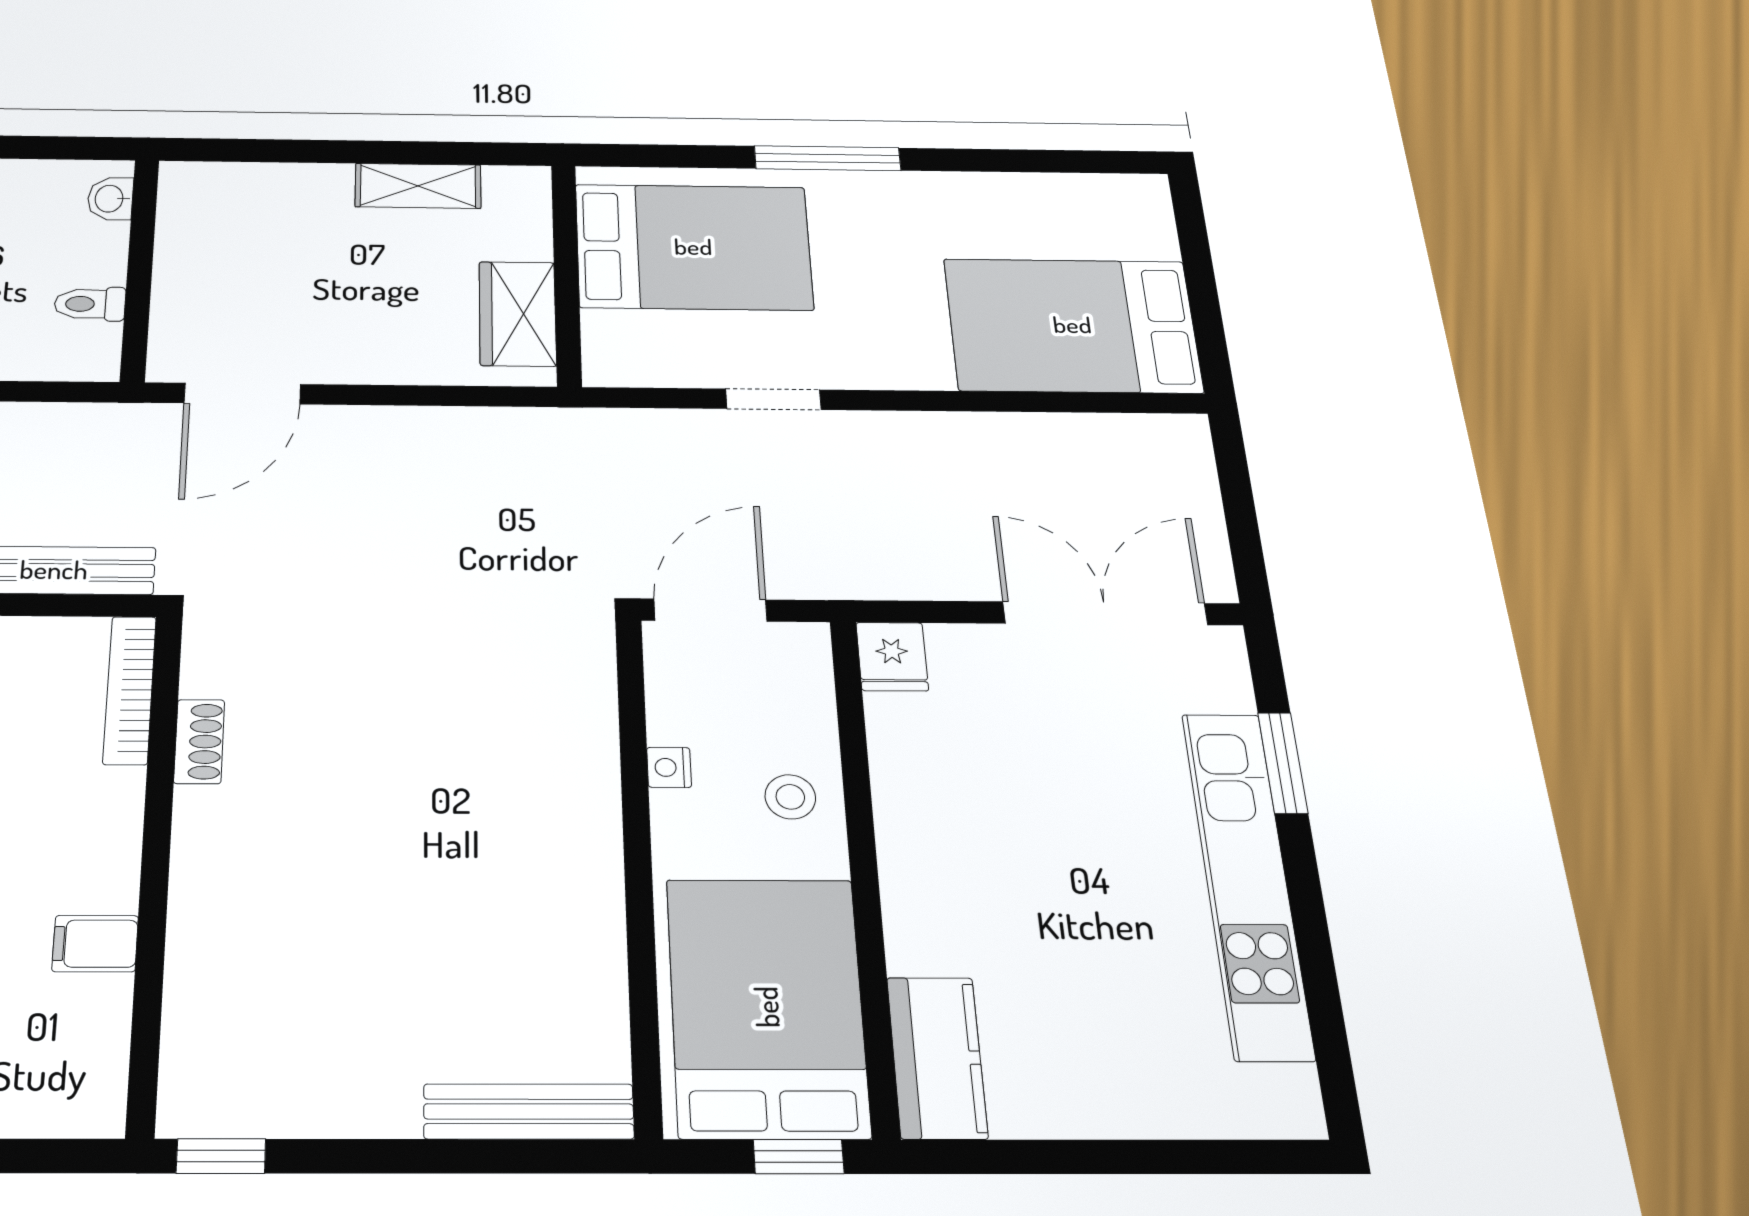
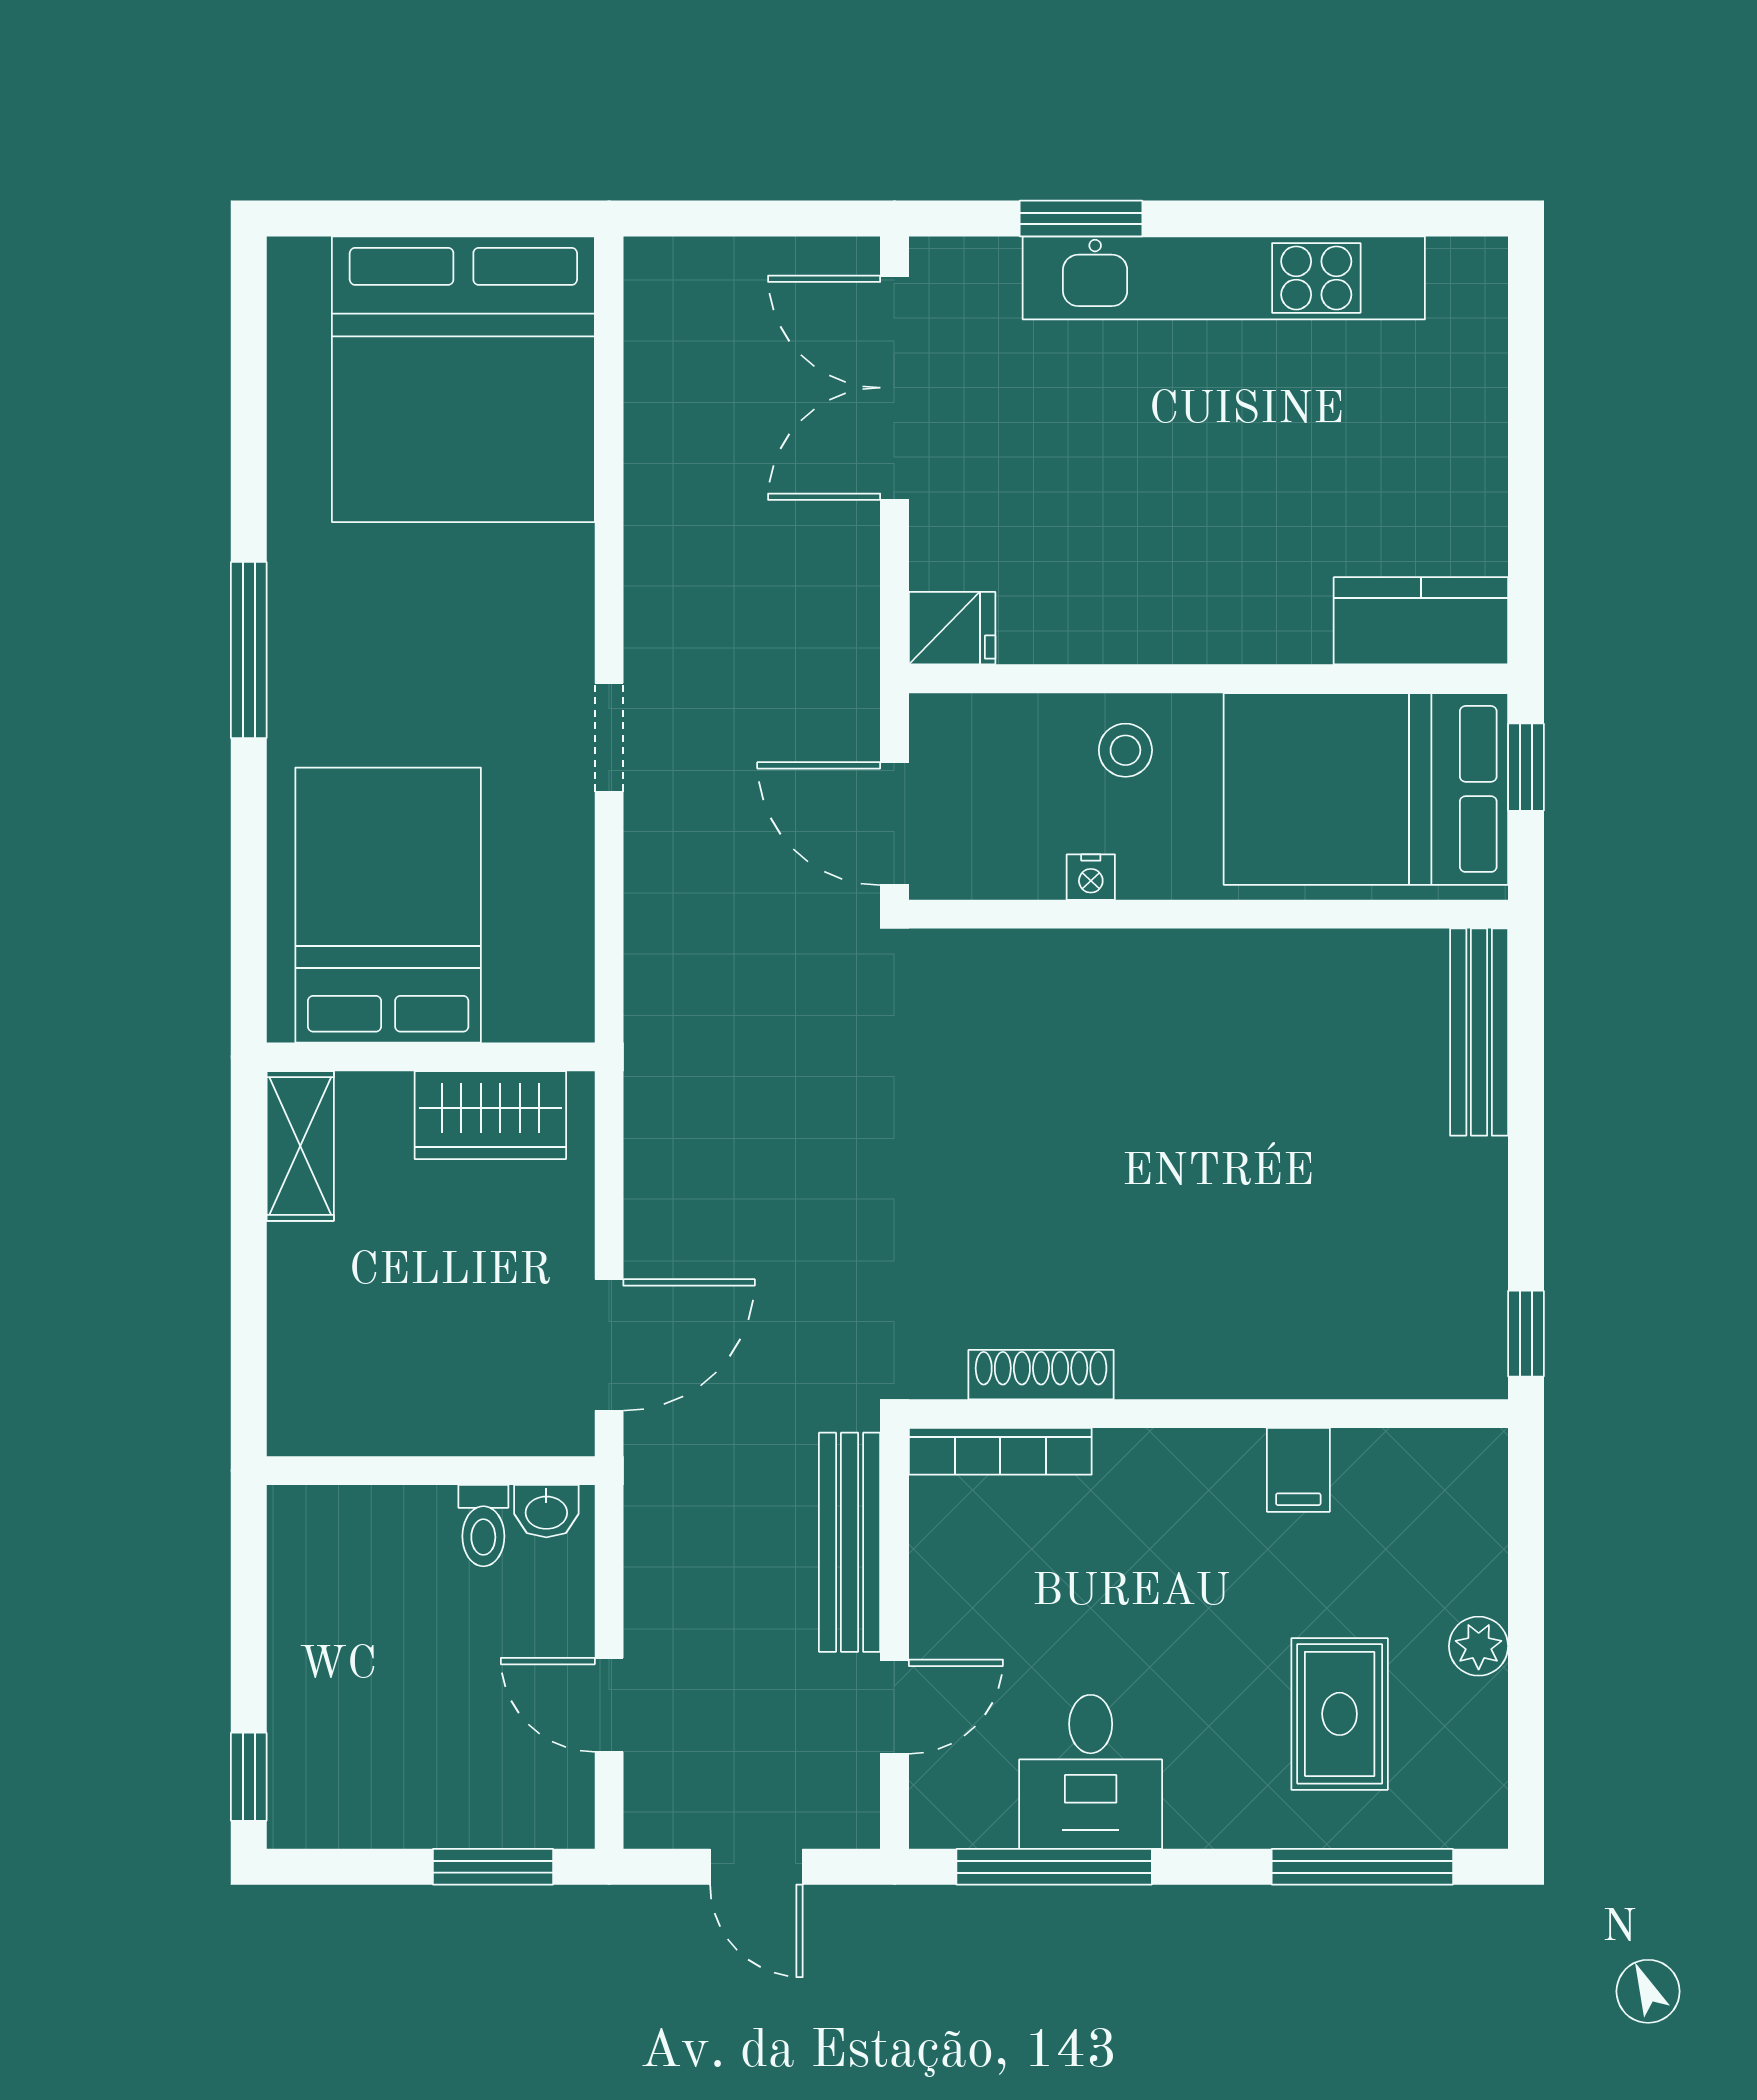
washbasin: (110, 199) -> (546, 1511), moved
bed: (693, 247) -> (388, 905), moved
wall: (566, 274) -> (431, 1057), moved
wardrobe: (518, 314) -> (490, 1115), moved
bed: (1072, 325) -> (463, 379), width x1.36
door: (242, 394) -> (609, 1345), hinge flipped
shoe rack: (199, 741) -> (1041, 1375), width x1.43

